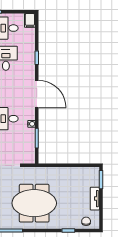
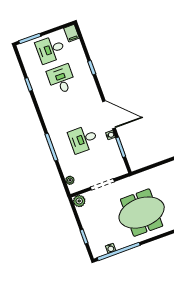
door: (37, 94) -> (109, 115), moved

